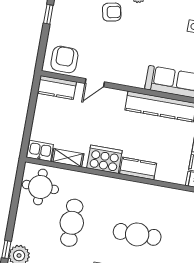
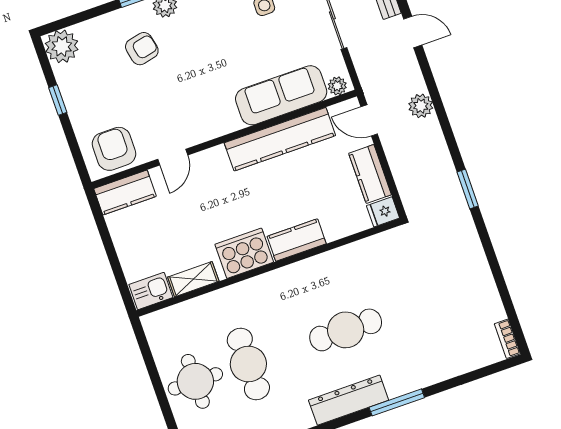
round table: (40, 187) -> (195, 381), moved

